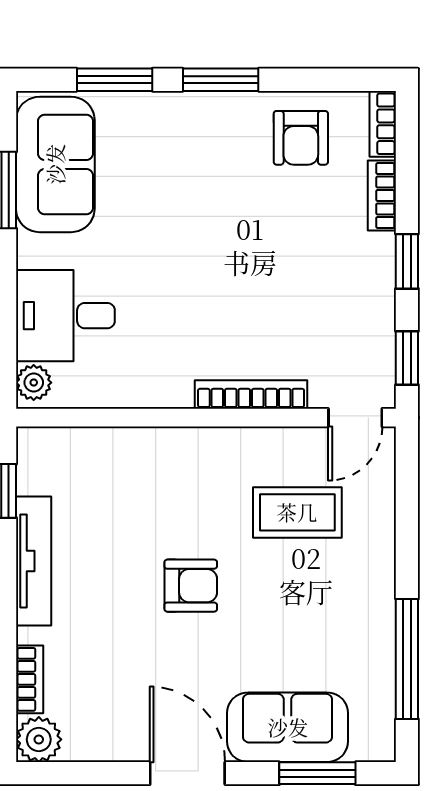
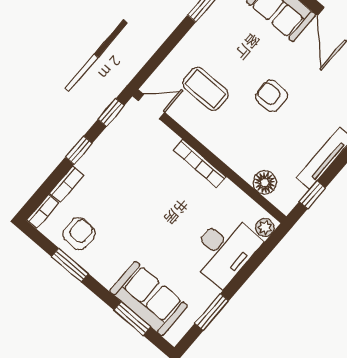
window: (221, 80) -> (70, 265), moved
sofa: (55, 164) -> (149, 299), moved, turned 90
desk: (65, 316) -> (224, 250), width x1.37
bookcase: (251, 394) -> (200, 164), moved
floor lamp: (91, 449) -> (265, 182), added

